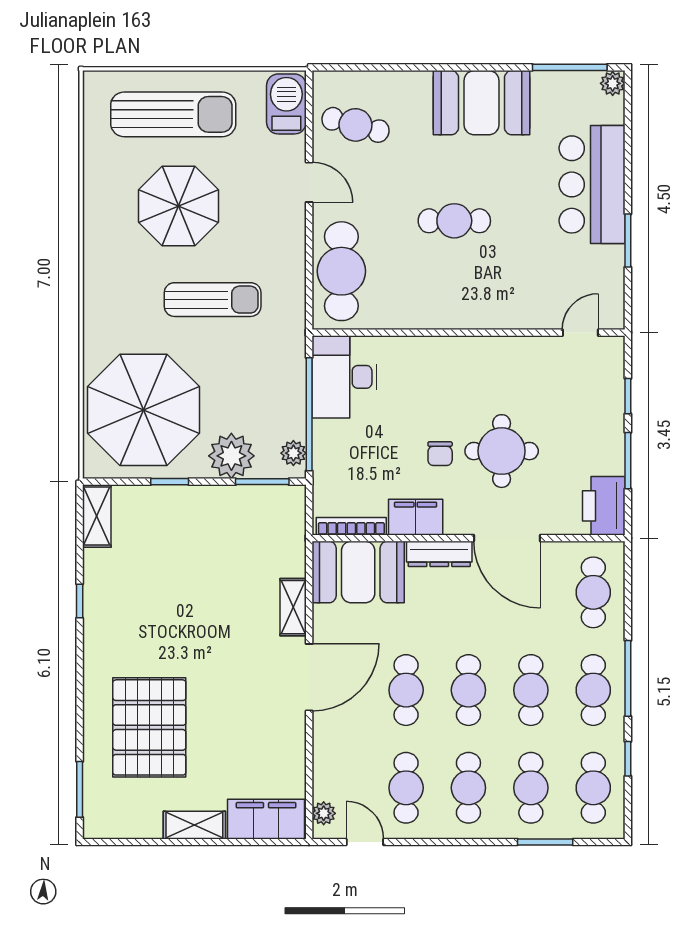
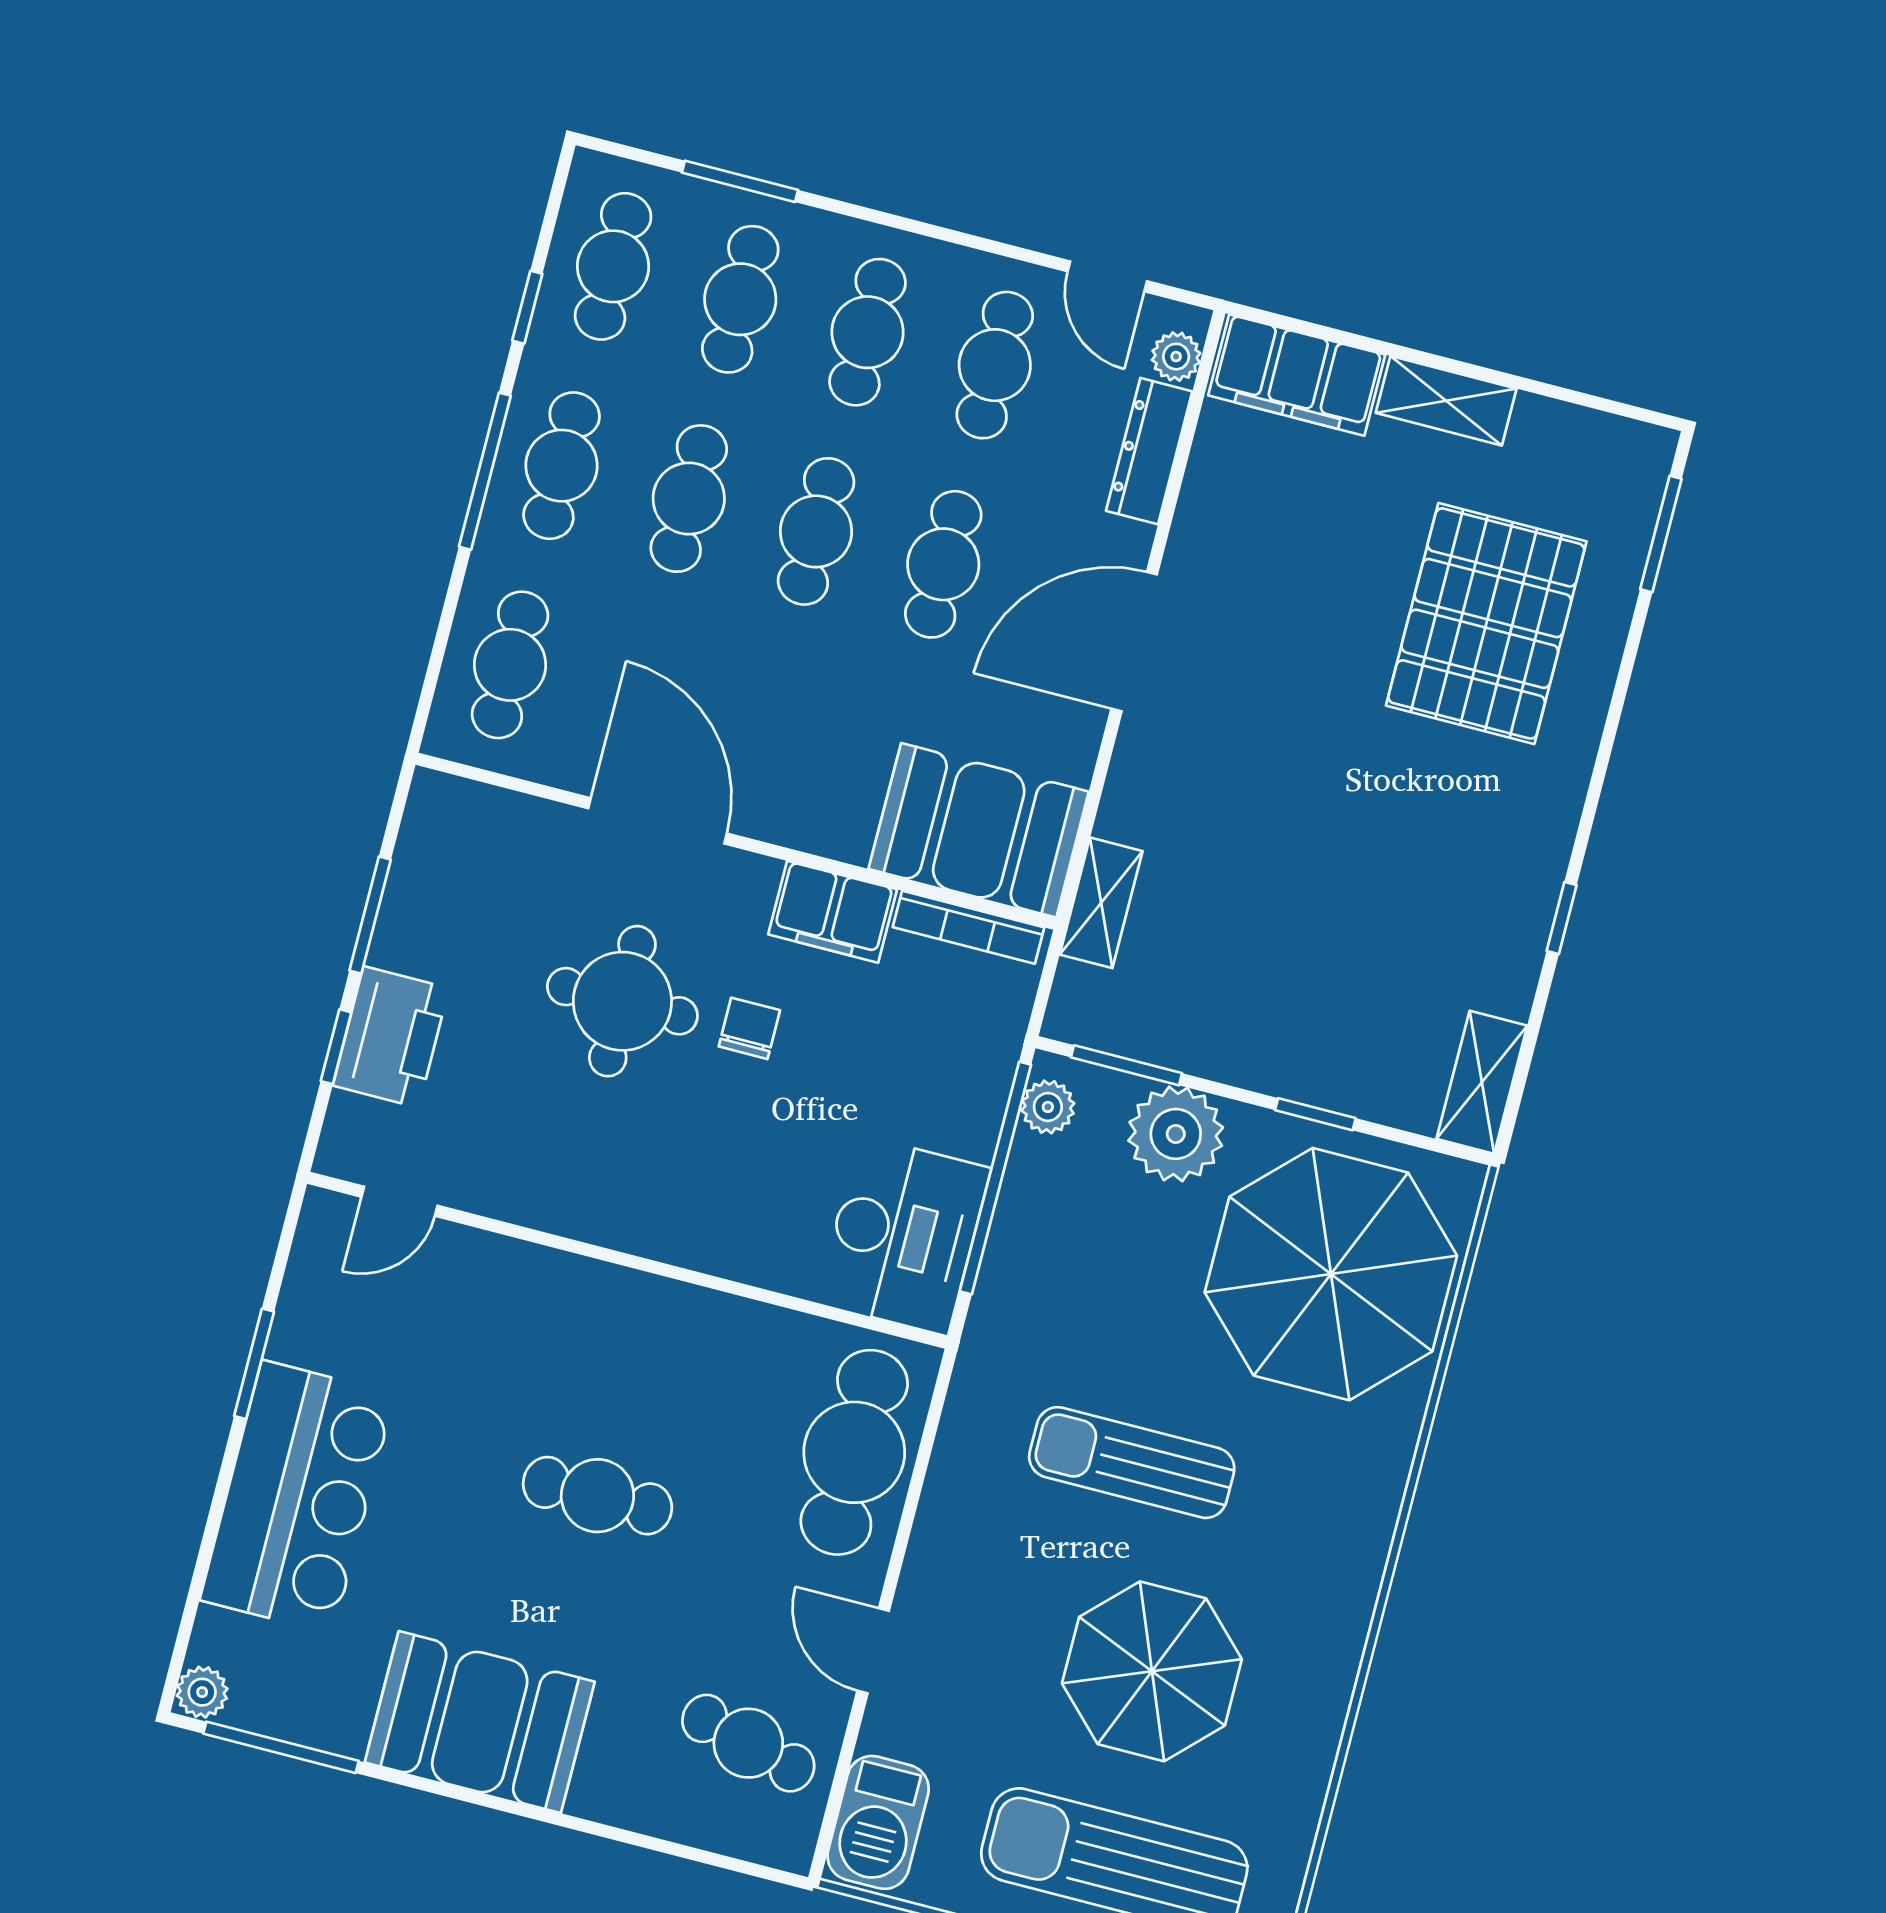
printer: (604, 506) -> (391, 1037), moved
dresser: (439, 554) -> (1149, 451), moved, turned -90
shelving: (293, 607) -> (1101, 903), moved

